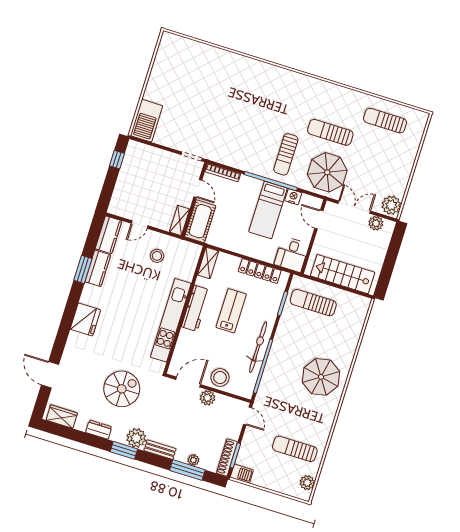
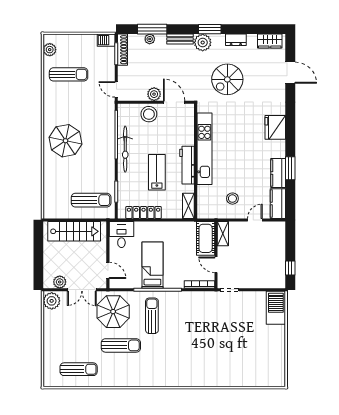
nightstand: (293, 197) -> (135, 283), removed
lab bench: (231, 311) -> (157, 172), turned 180
door: (188, 382) -> (174, 102), swing flipped

